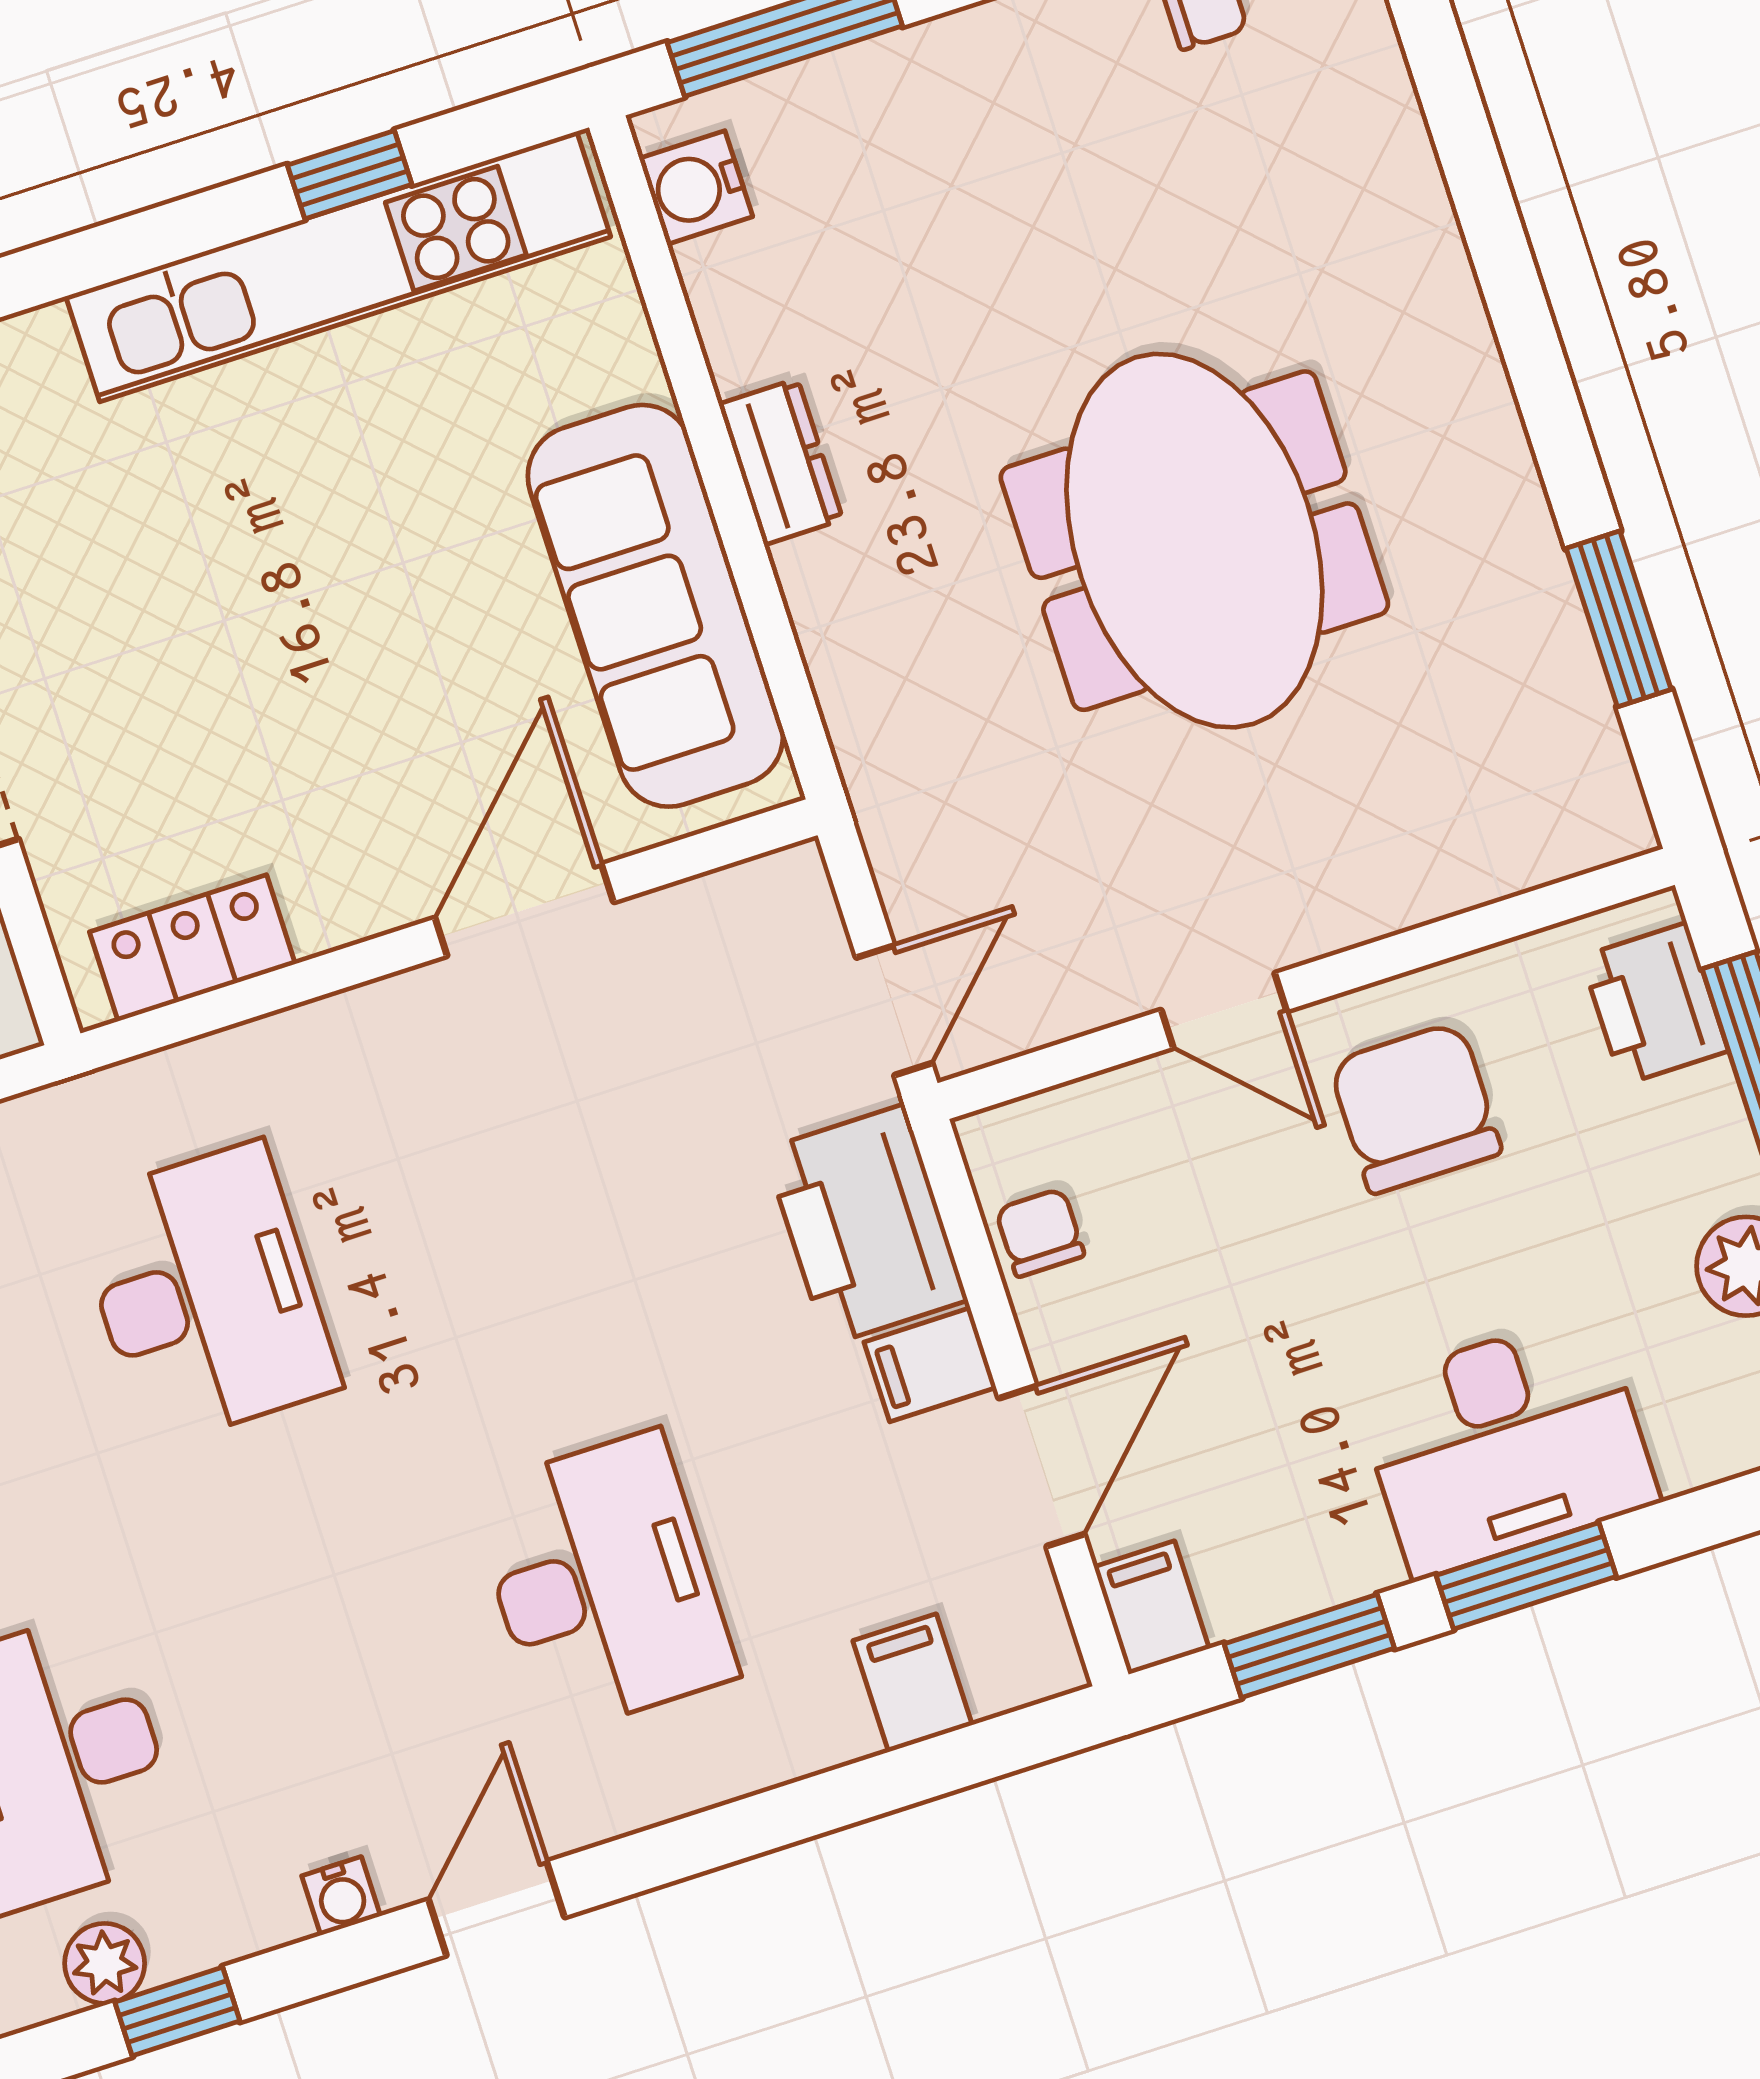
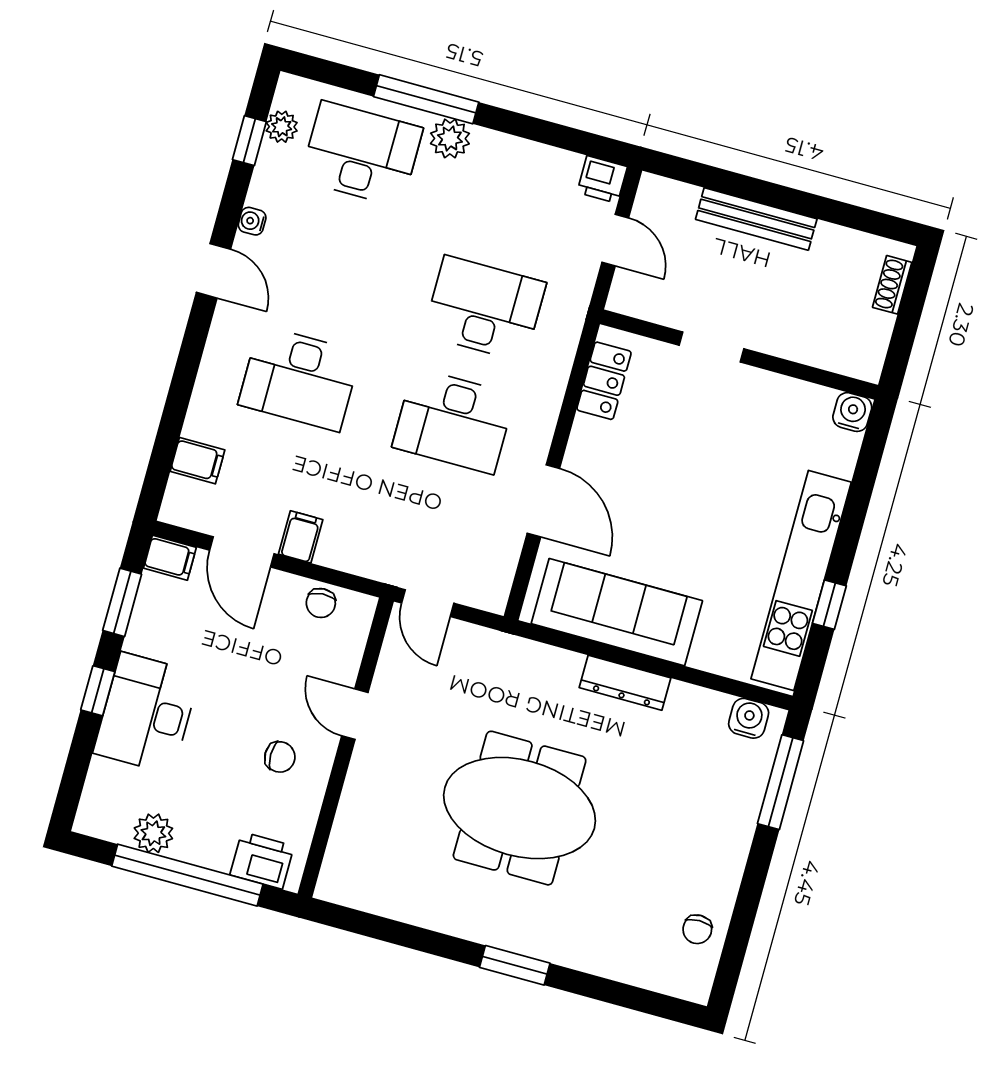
dresser: (781, 462) -> (625, 683), width x1.44
window: (1619, 619) -> (515, 965), moved
door: (1224, 1011) -> (355, 714), hinge flipped
chair: (1415, 1108) -> (280, 757), width x0.54, depth x0.54
desk: (481, 1205) -> (454, 421), added
printer: (866, 1225) -> (362, 546), removed
chair: (1040, 1233) -> (321, 603), turned 87
desk: (206, 1294) -> (485, 309), turned 180
window: (1526, 1576) -> (98, 691), width x0.67

